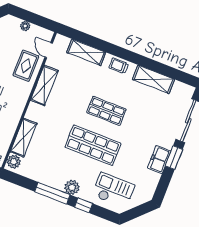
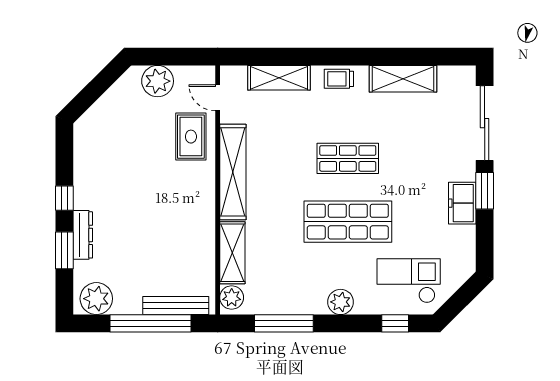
plant: (25, 26) -> (158, 81), width x1.87, depth x1.87
shelving: (44, 85) -> (233, 172), width x1.47
window: (52, 193) -> (284, 323), moved
window: (83, 205) -> (395, 323), moved

